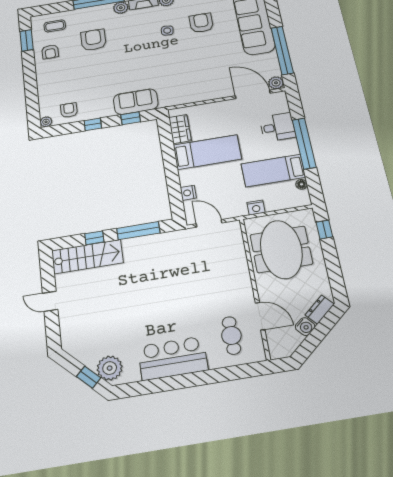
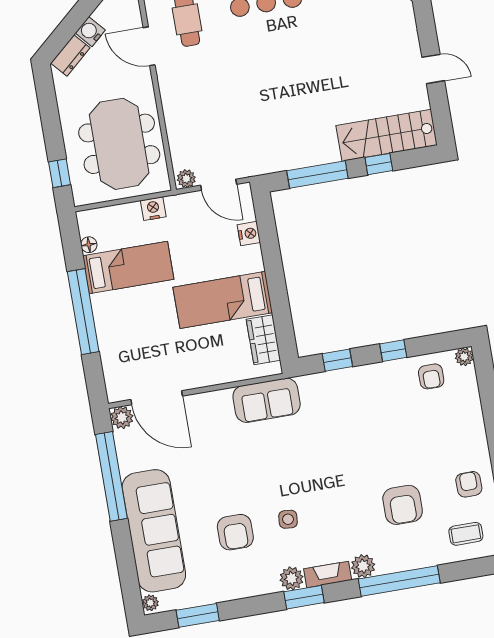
sofa: (136, 102) -> (267, 400), moved
desk: (278, 127) -> (121, 340), removed
plant: (232, 227) -> (186, 179), added

